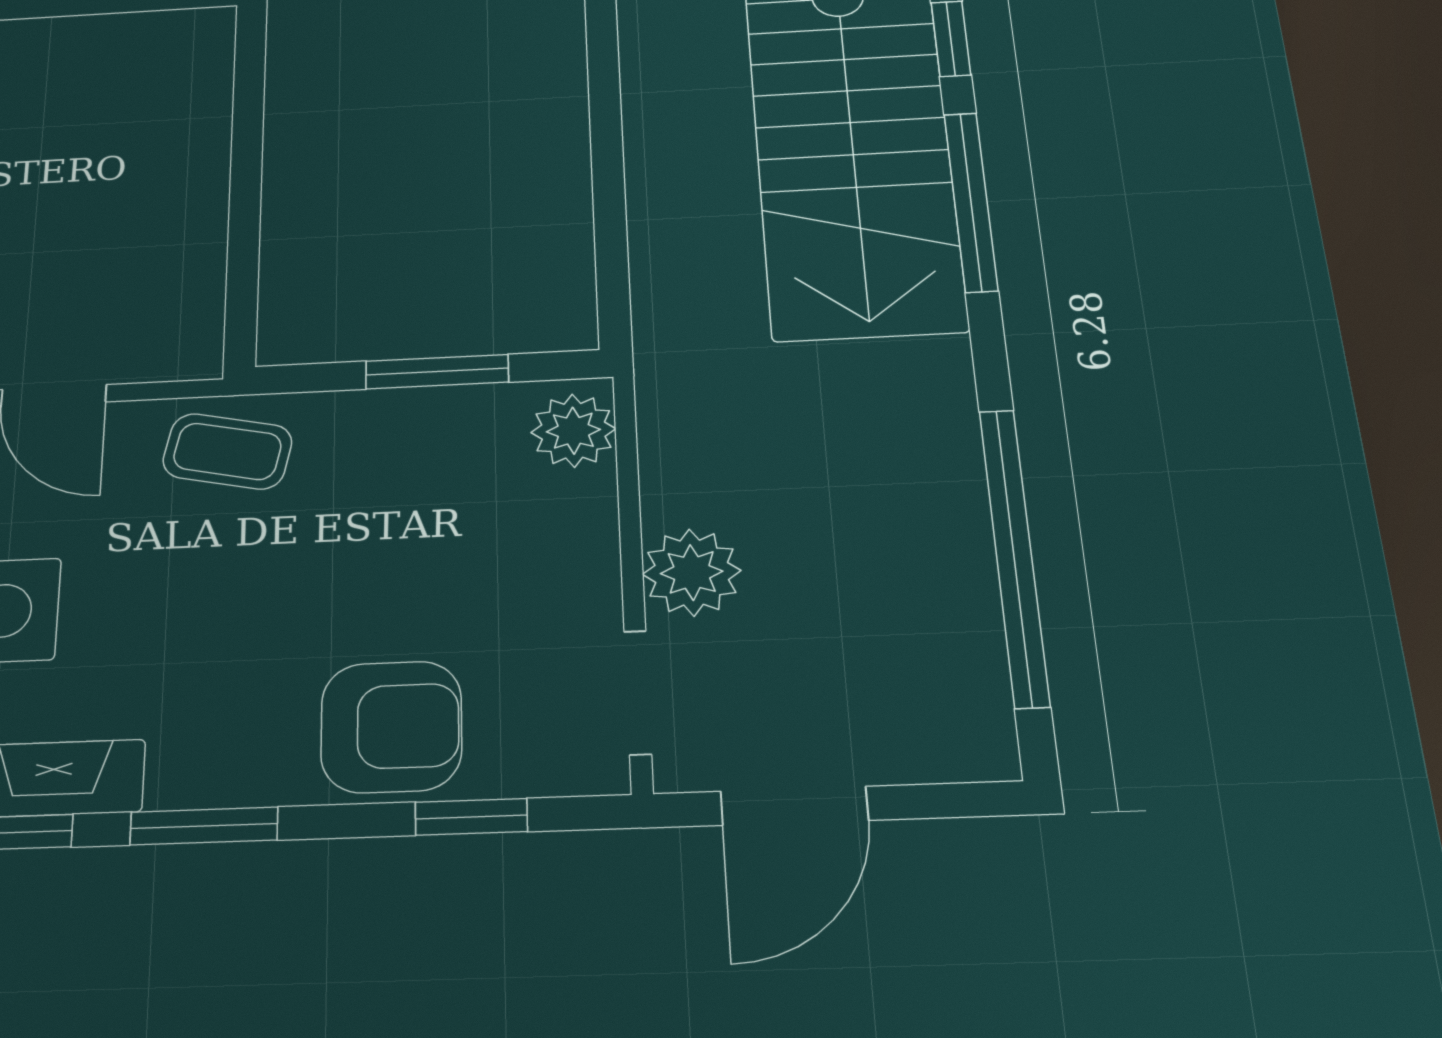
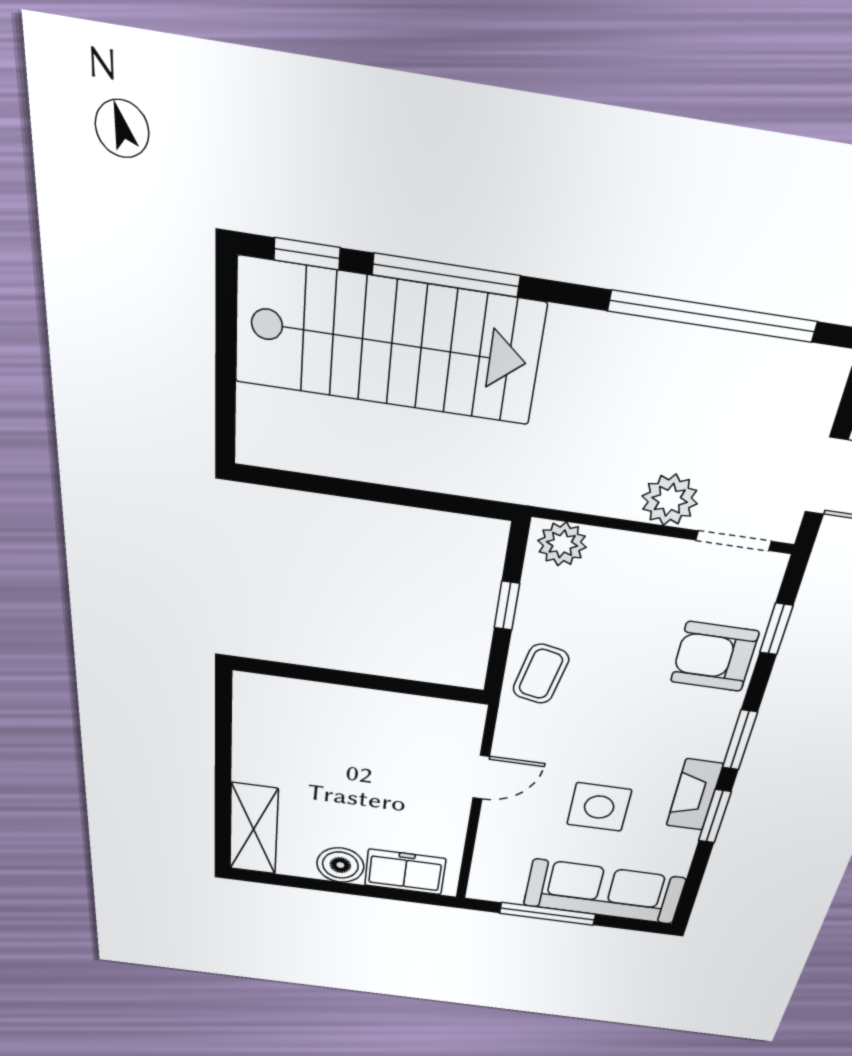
window: (437, 372) -> (507, 606), width x0.67
coffee table: (227, 451) -> (541, 674), moved
armchair: (391, 727) -> (714, 657), turned -90

